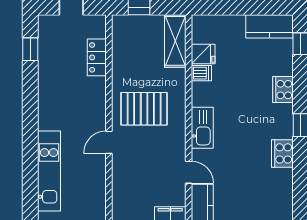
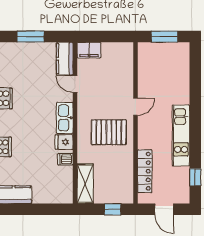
fridge: (203, 54) -> (64, 142), moved
locker: (97, 57) -> (145, 171), width x1.53
kitchen unit: (49, 171) -> (181, 135), moved

